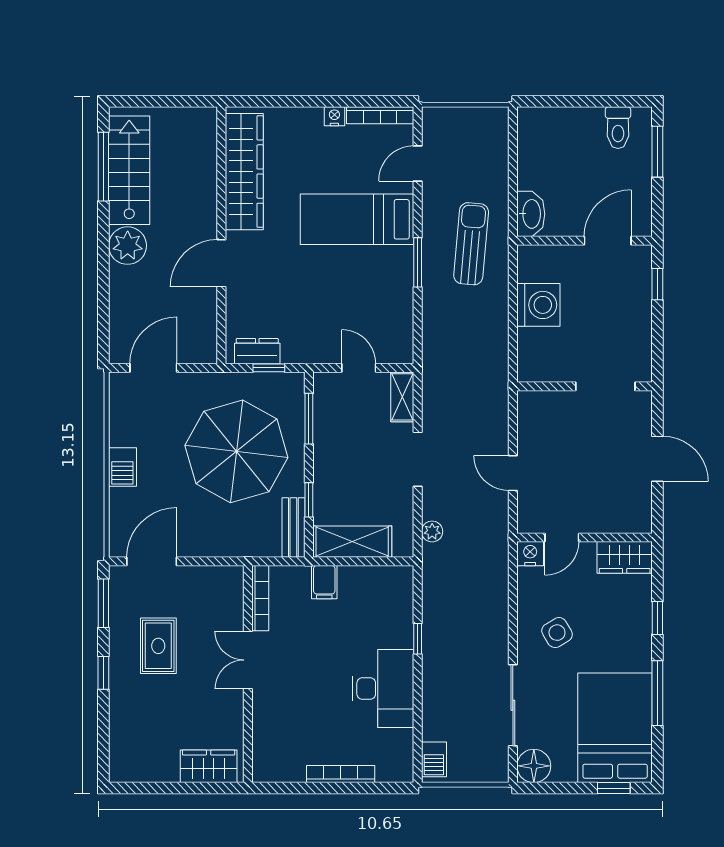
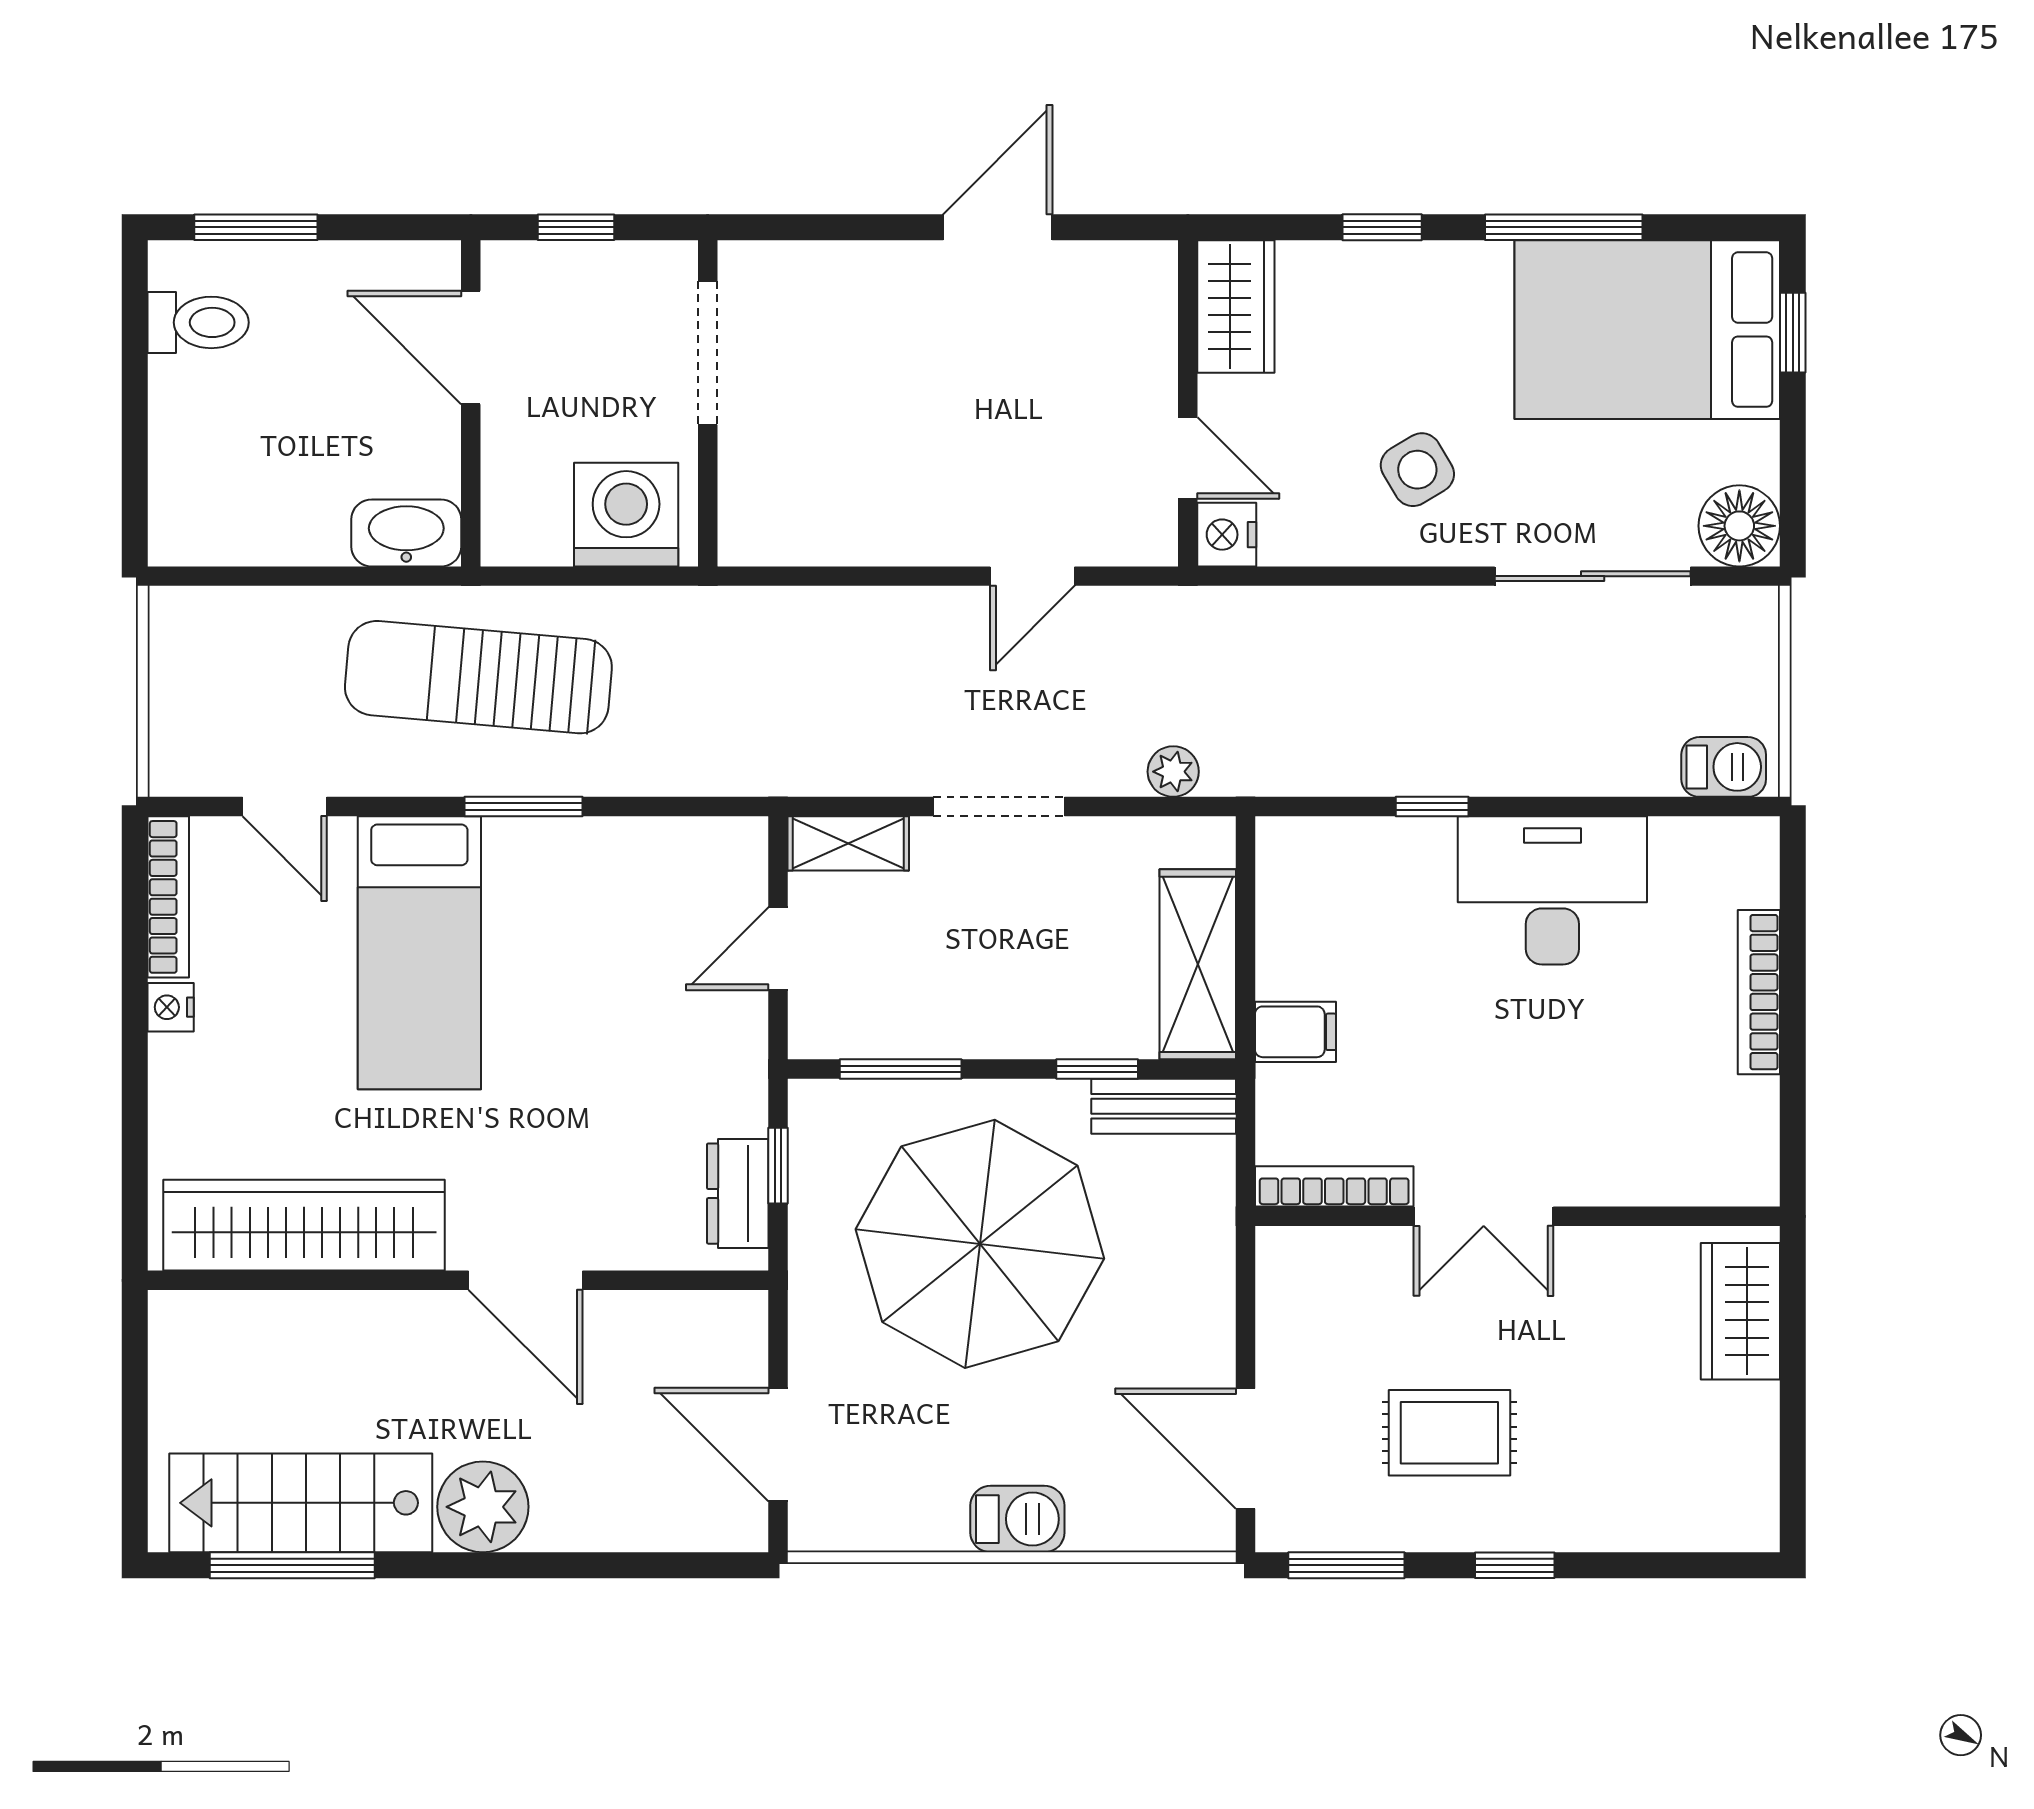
sun lounger: (471, 244) -> (478, 677), width x1.36, depth x1.34
wall: (585, 386) -> (708, 403), moved
doorway: (605, 386) -> (708, 353), moved

